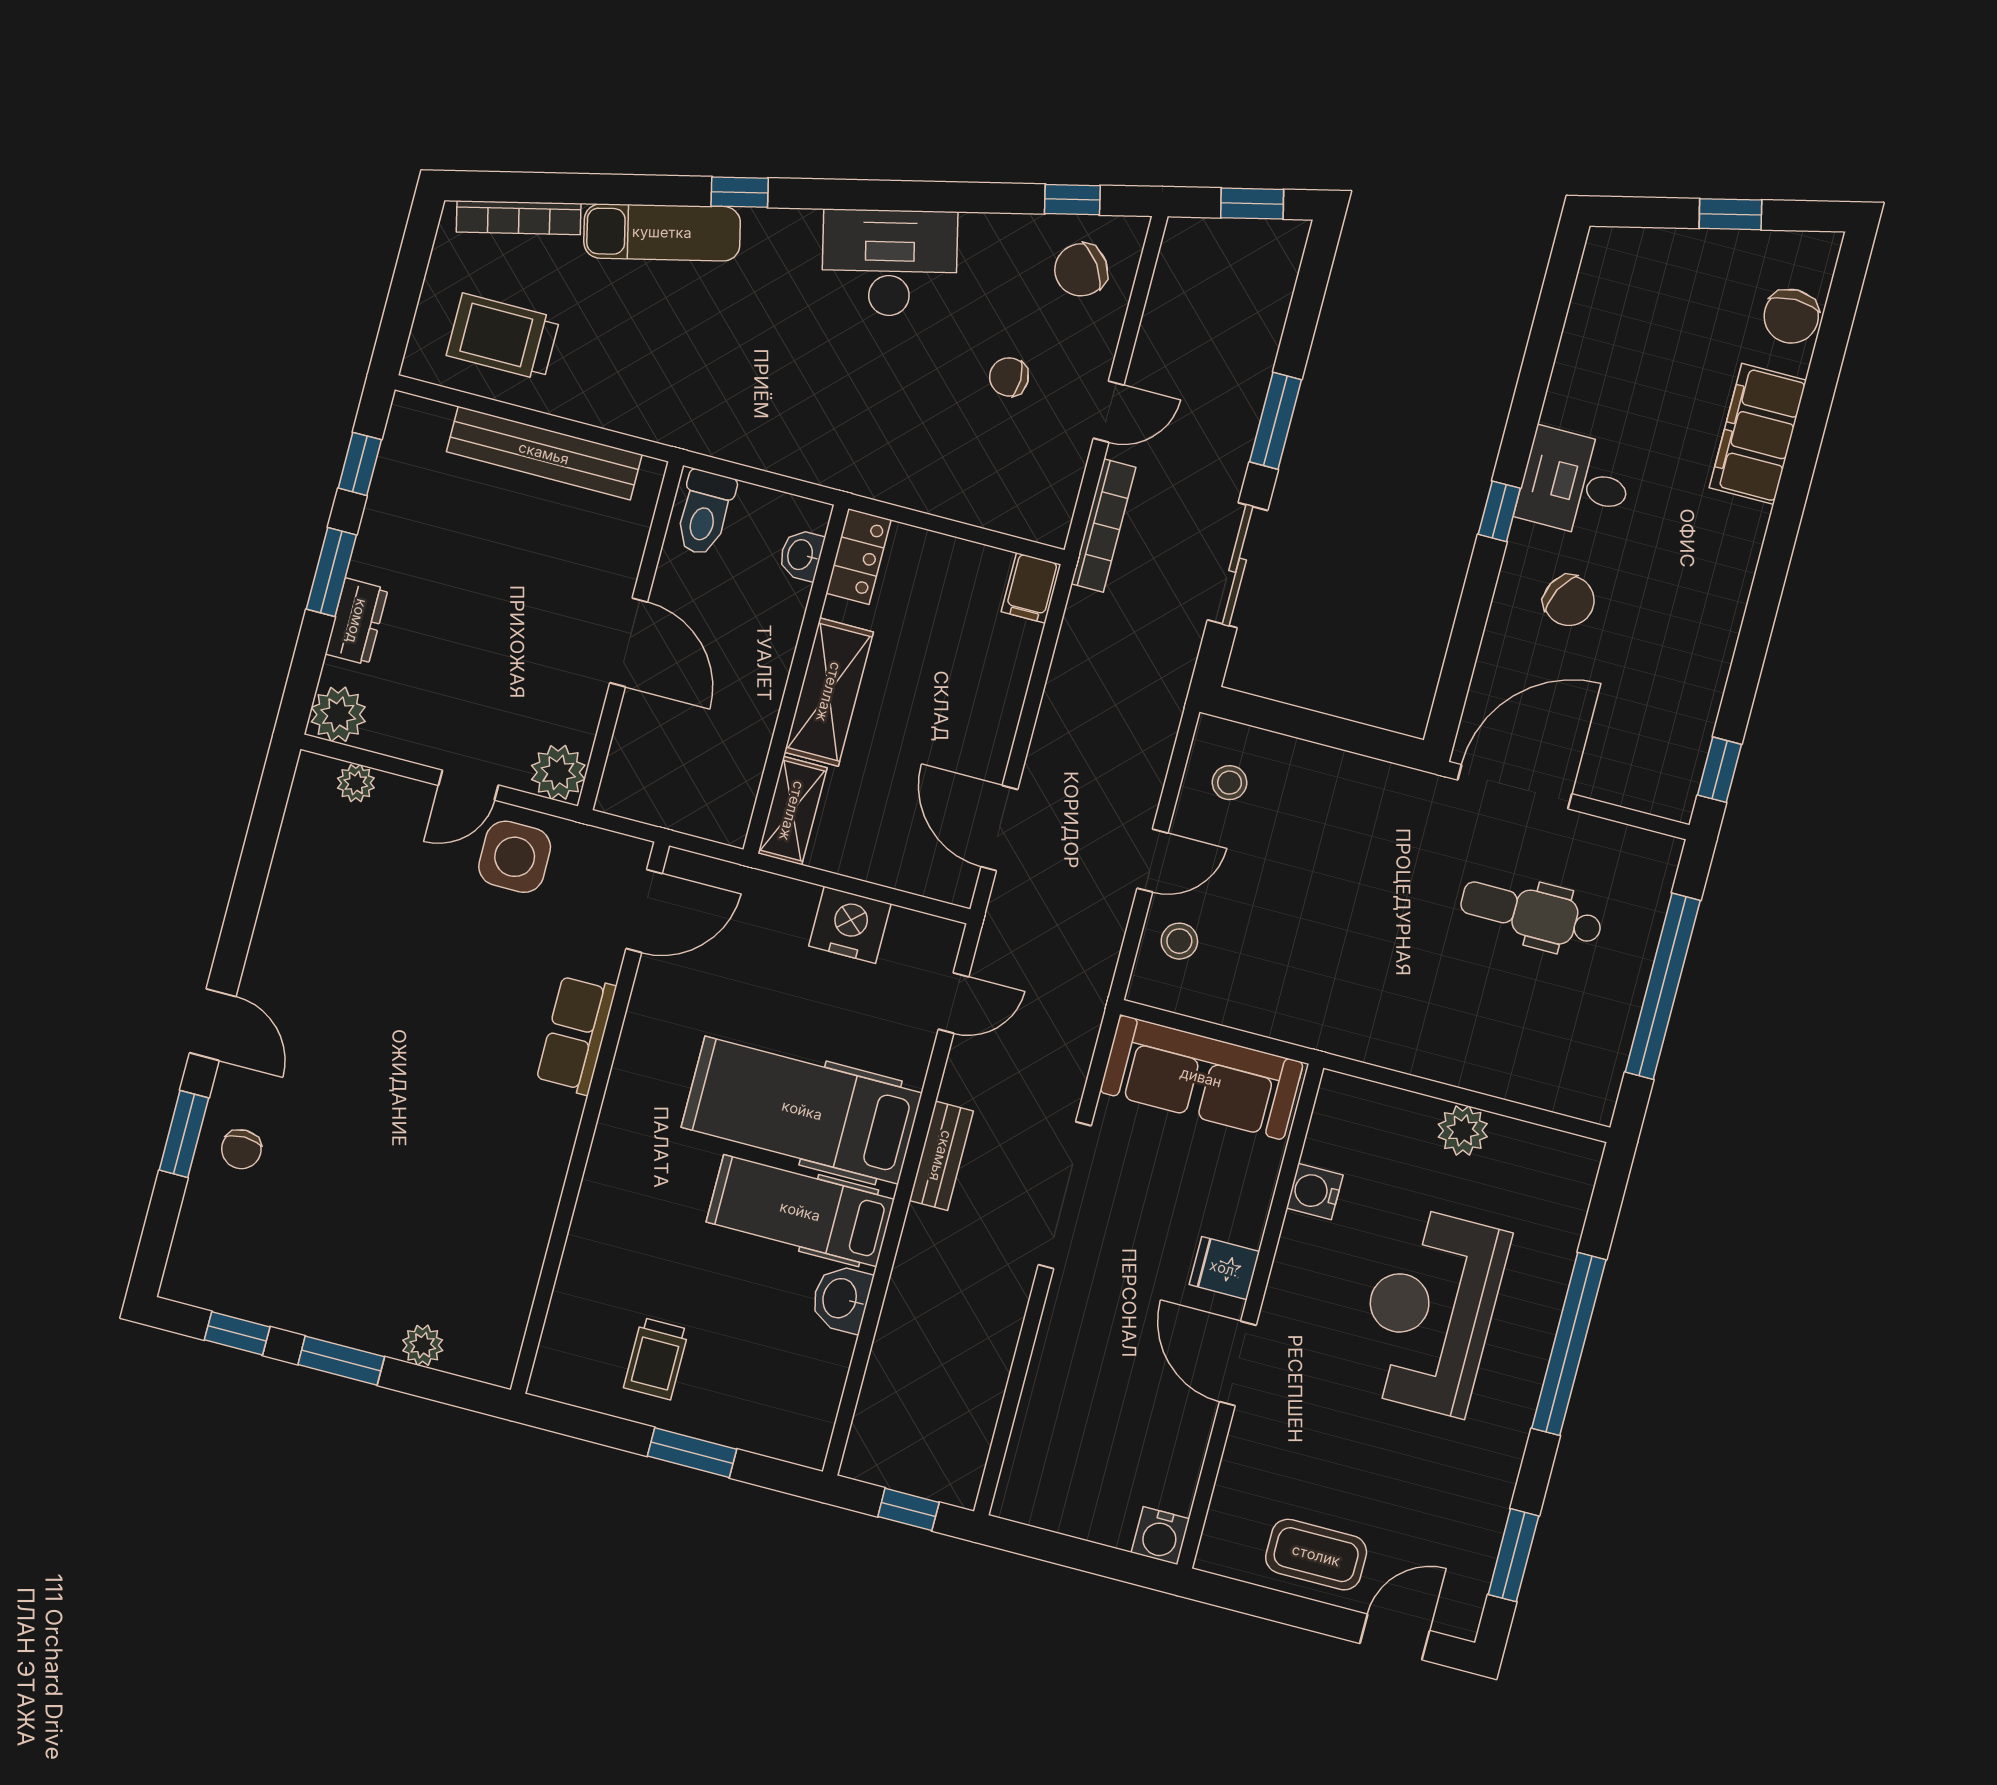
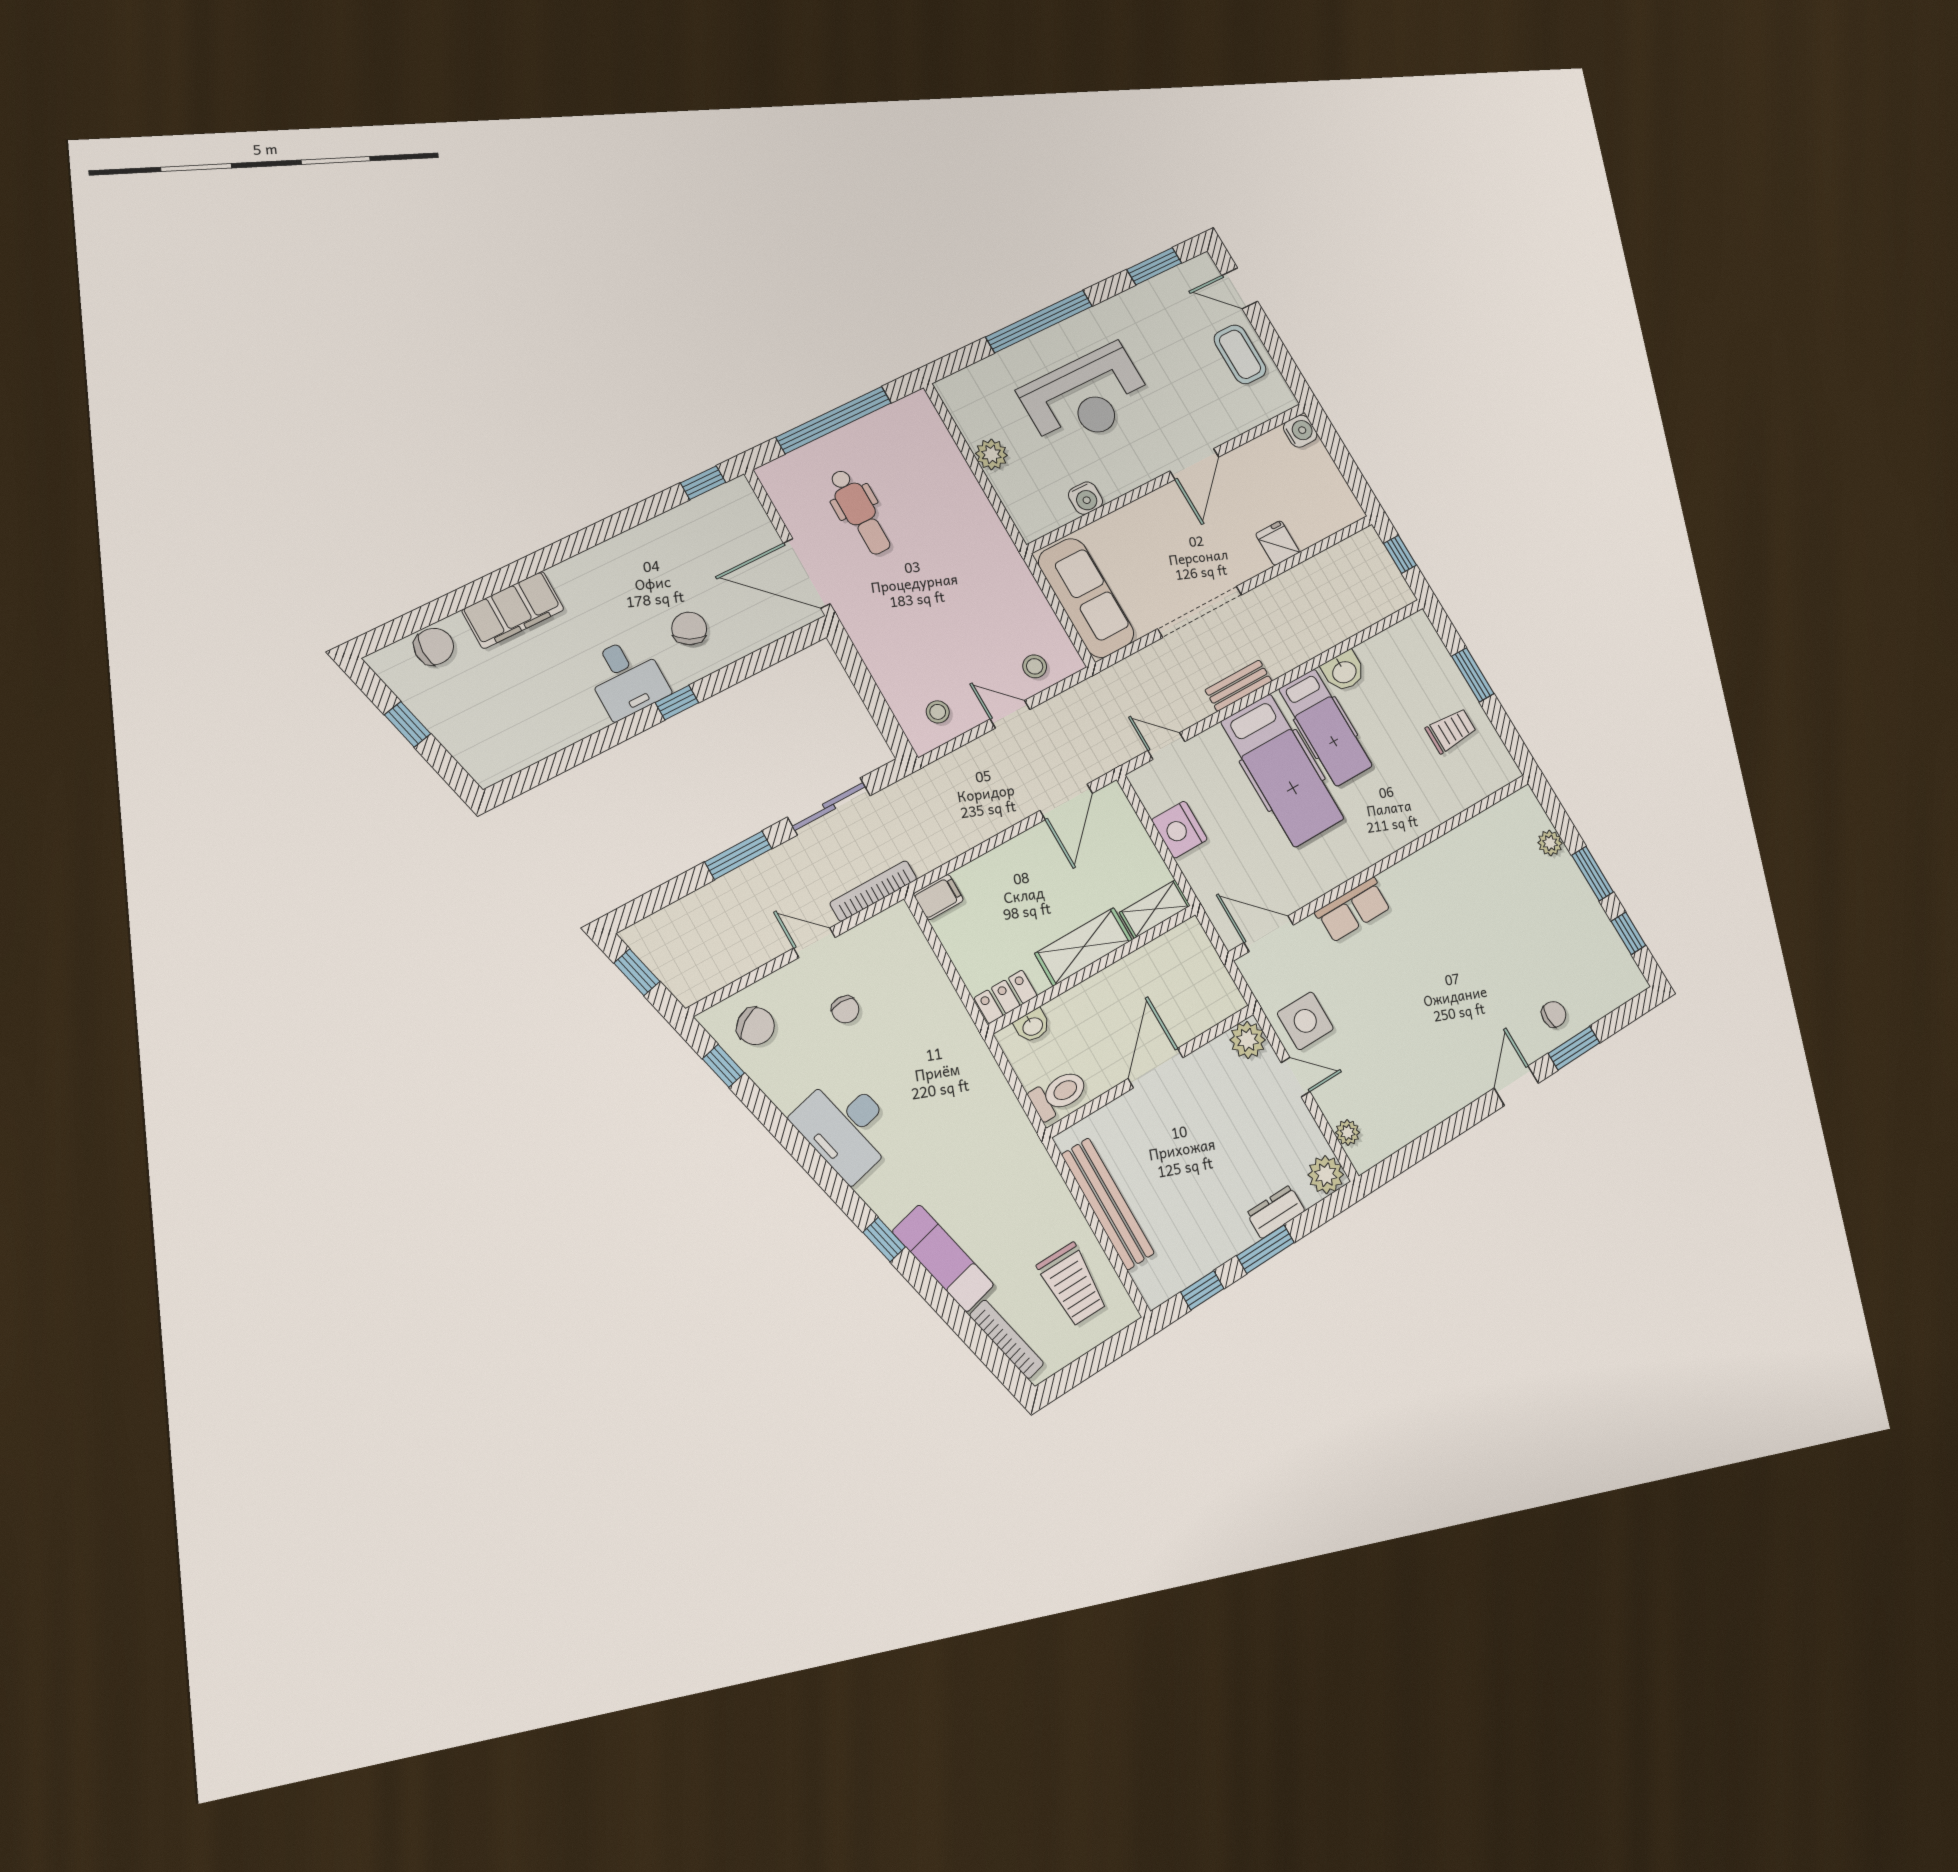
fridge: (1224, 1268) -> (1278, 543), moved, turned 180

